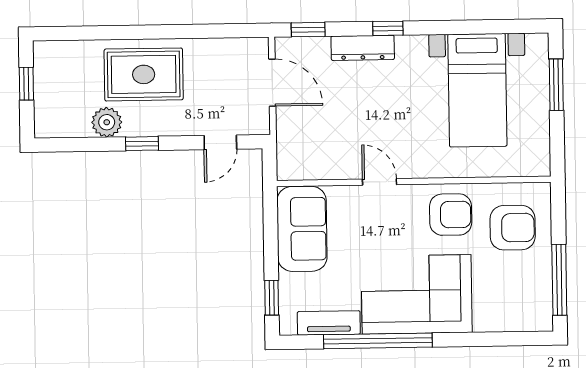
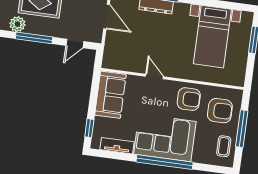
window: (142, 144) -> (34, 38), width x2.17
window: (559, 280) -> (242, 129), moved
coffee table: (530, 293) -> (224, 146), added
window: (378, 341) -> (165, 162), moved

